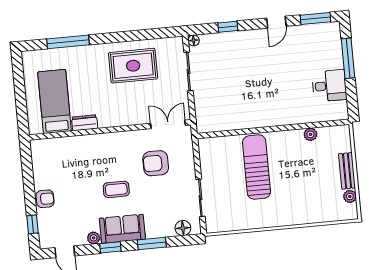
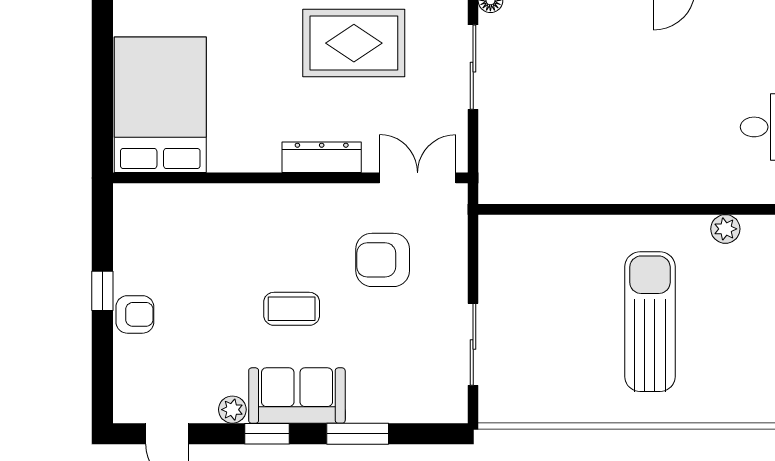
bed: (55, 101) -> (160, 105), width x1.50
dresser: (85, 123) -> (322, 157), moved, width x1.44
sun lounger: (257, 167) -> (650, 322), moved
window: (33, 224) -> (102, 291), moved
floor lamp: (183, 228) -> (429, 406), removed

